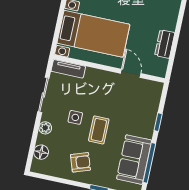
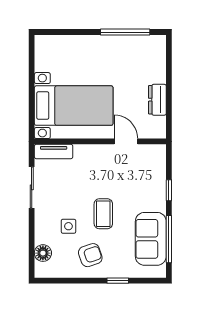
side table: (75, 117) -> (68, 226), moved
plant: (45, 128) -> (42, 224), removed

